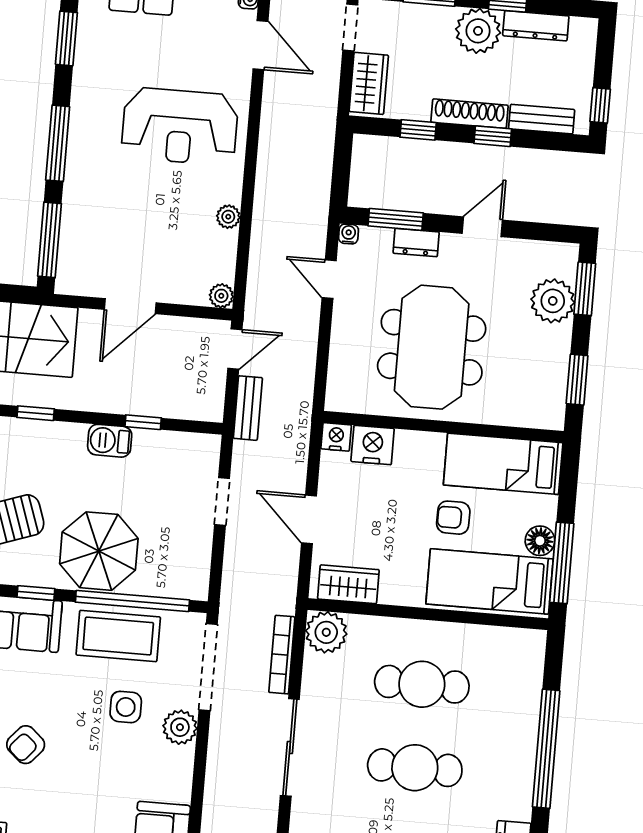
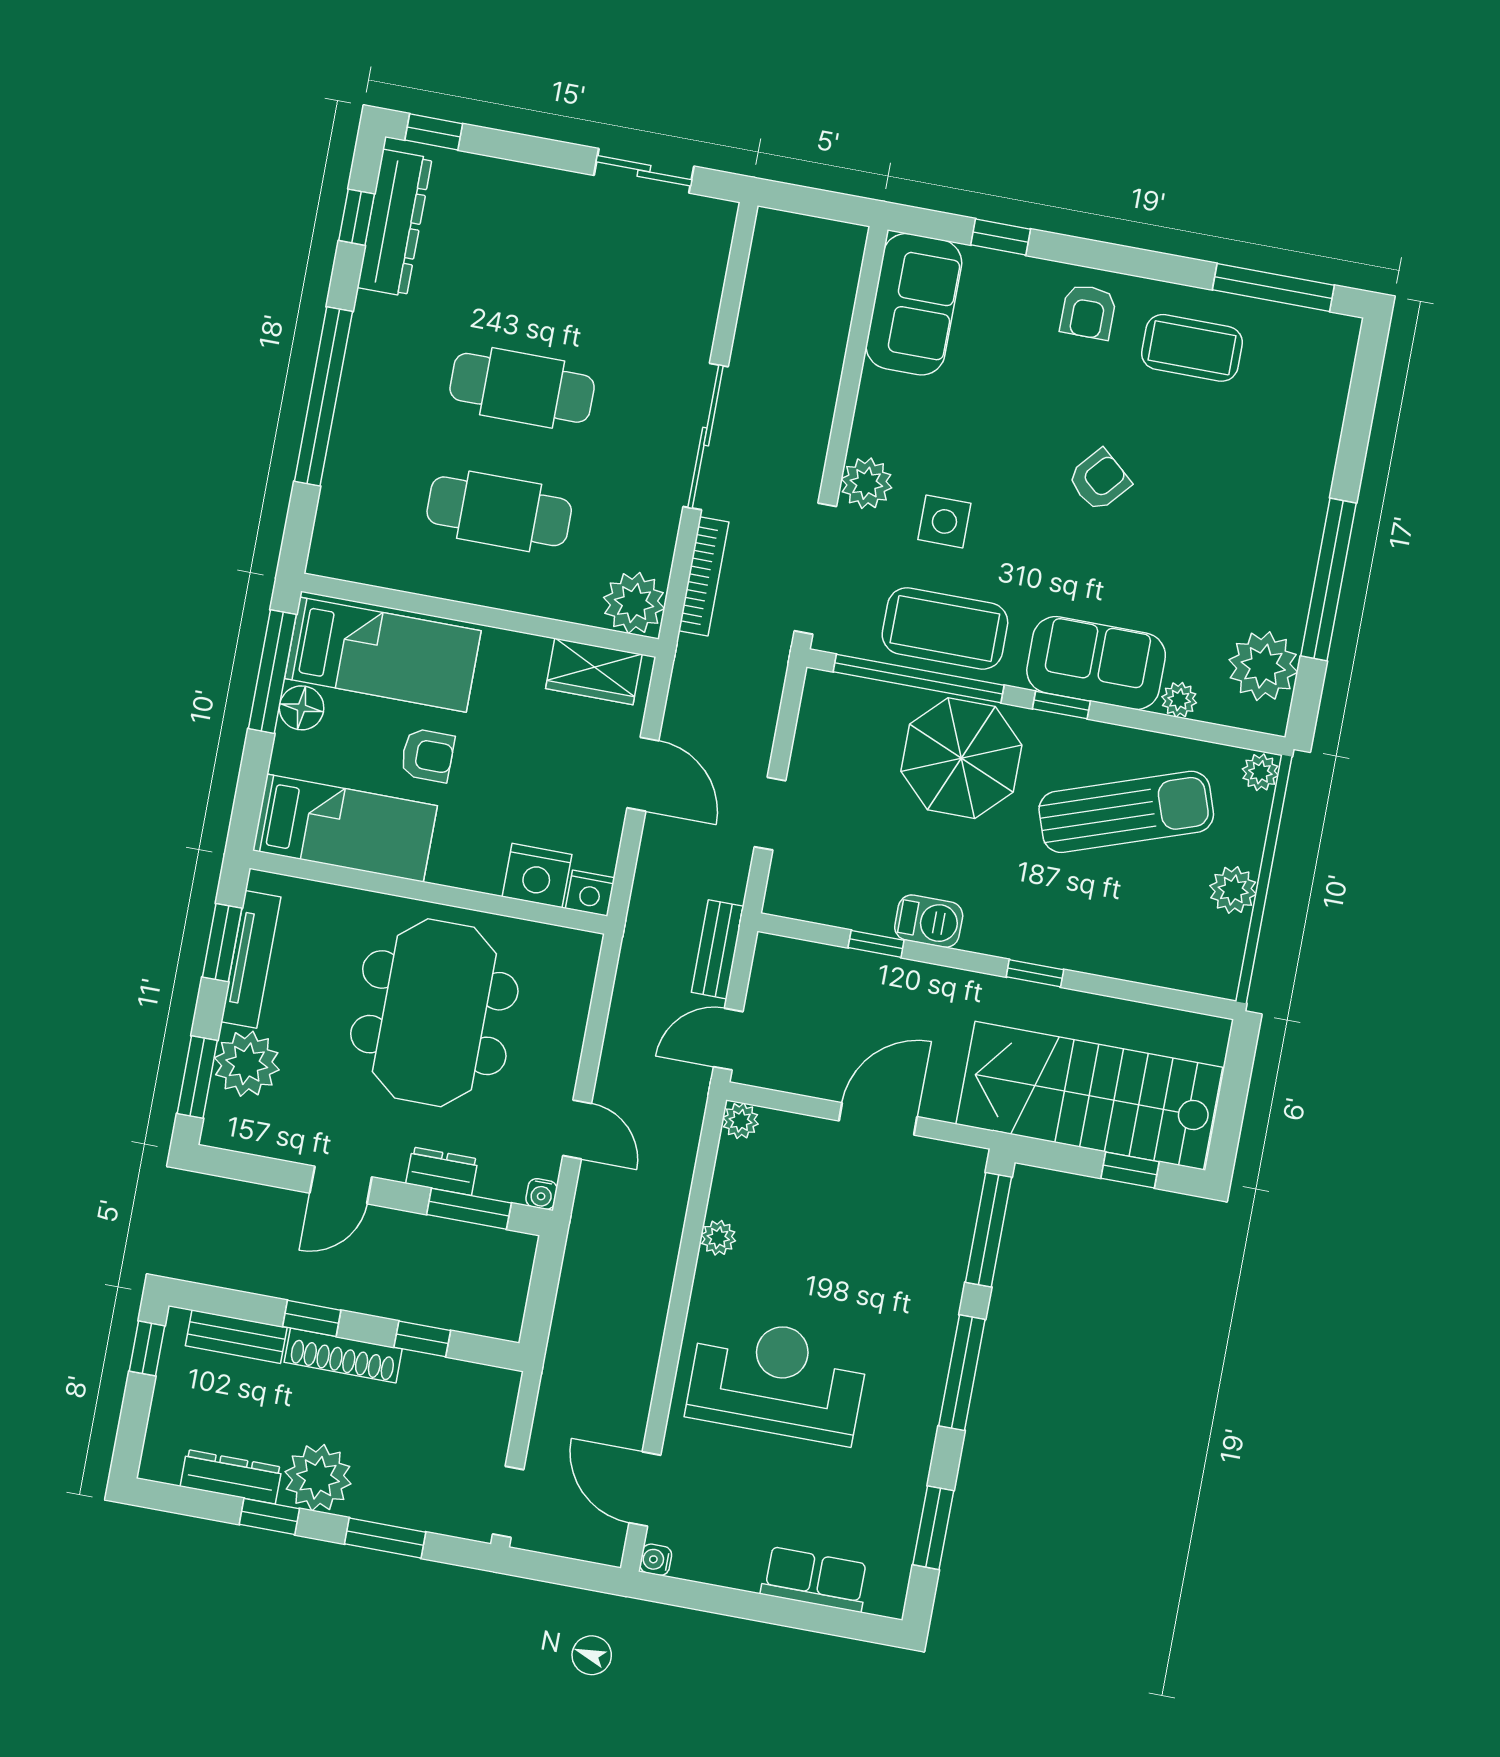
wardrobe: (369, 83) -> (489, 1416), removed
tv unit: (557, 370) -> (251, 959), added

